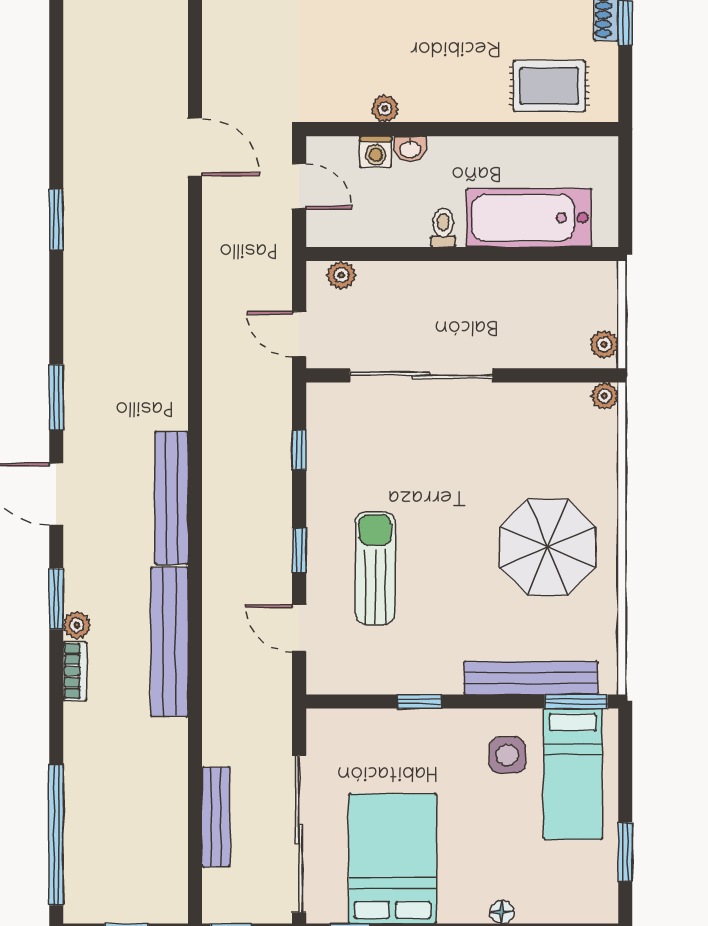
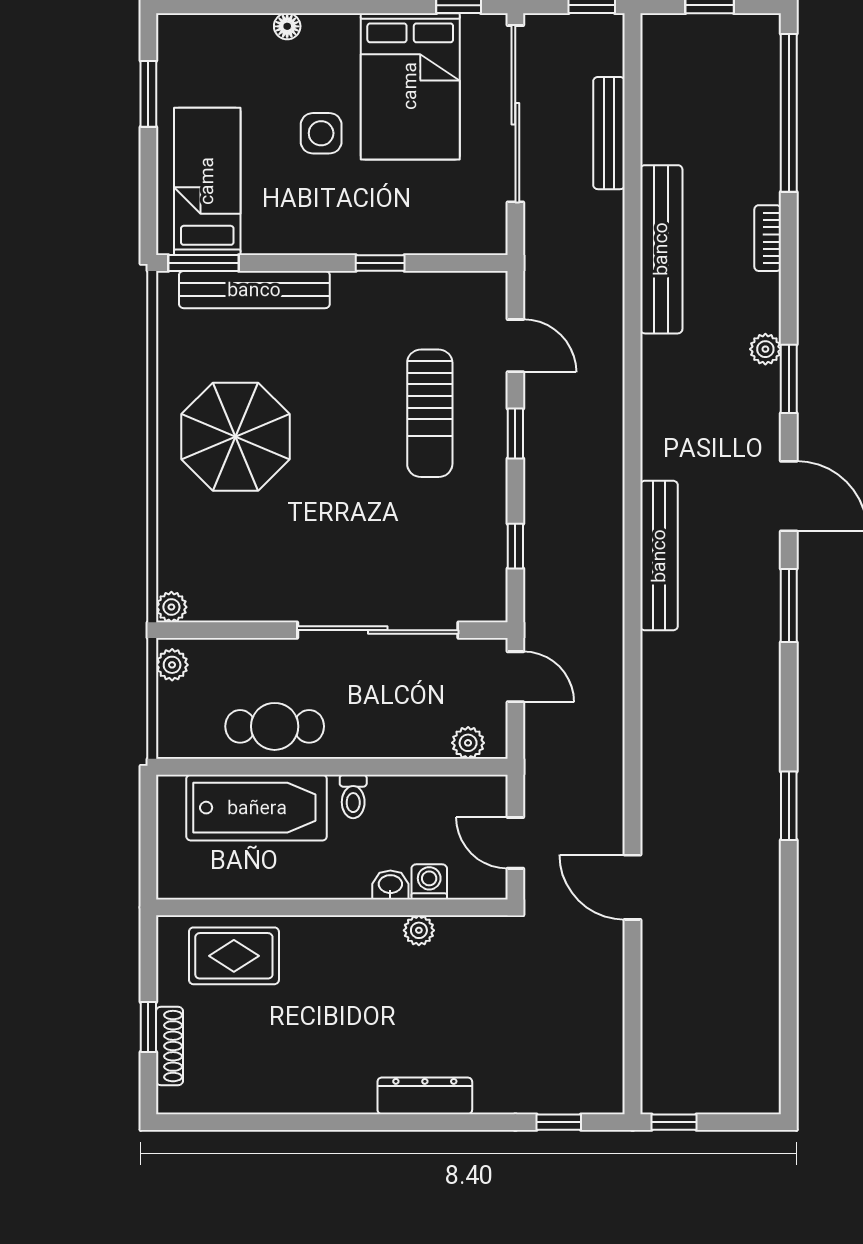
cafe table: (513, 290) -> (275, 726), added
bench: (171, 498) -> (659, 556), moved
bench: (169, 642) -> (661, 249), moved
bookcase: (75, 671) -> (768, 238), moved
side table: (507, 755) -> (321, 133), moved

